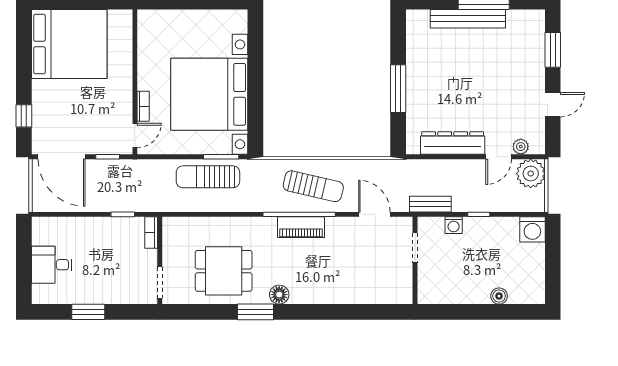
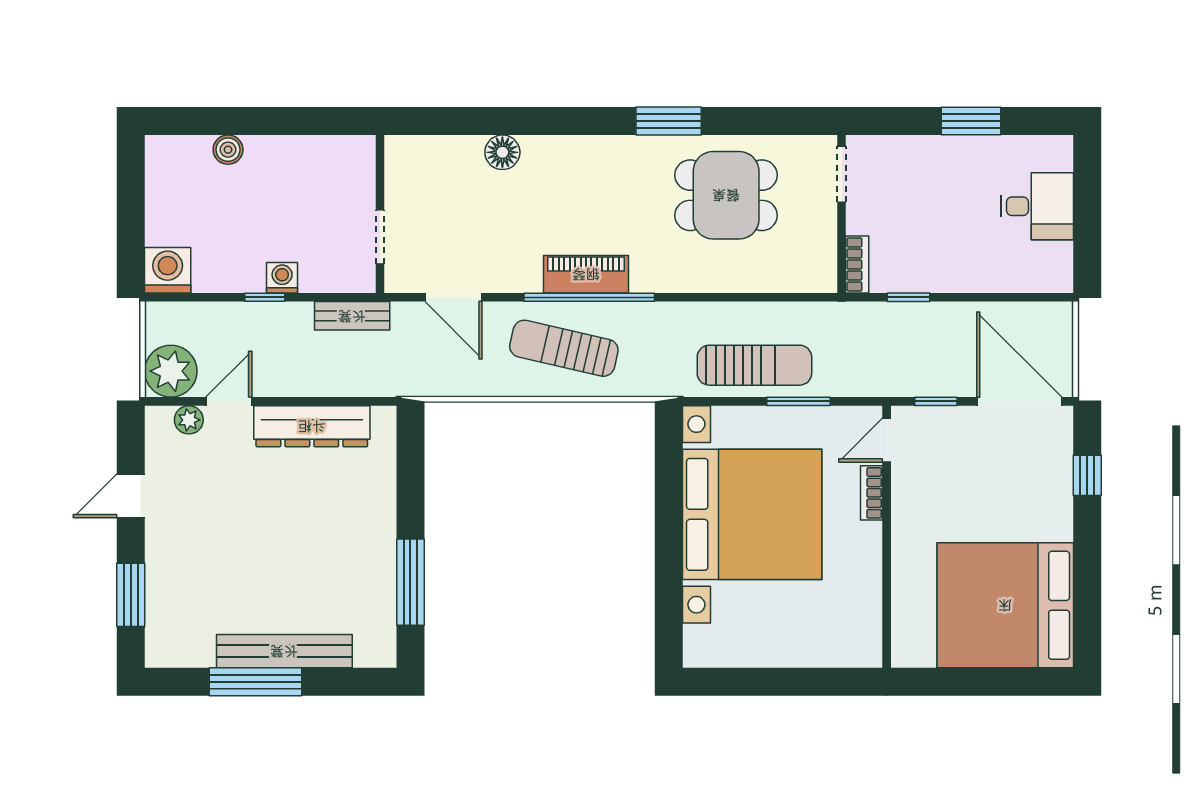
window: (398, 89) -> (410, 582), moved
window: (221, 157) -> (799, 401), moved
washing machine: (454, 225) -> (282, 278), moved
floor lamp: (279, 295) -> (502, 152), moved

